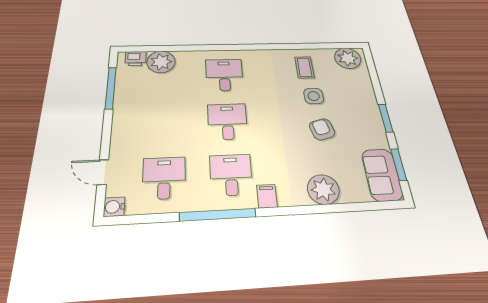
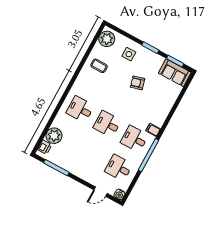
side table: (314, 96) -> (129, 54), moved
plant: (323, 189) -> (165, 104), removed

